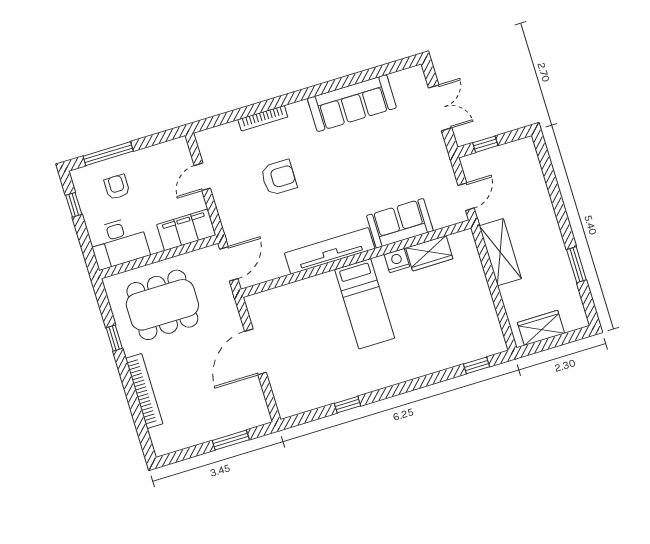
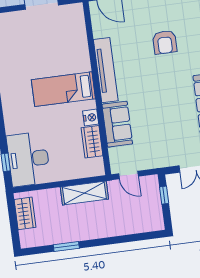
desk: (467, 335) -> (28, 159), added

